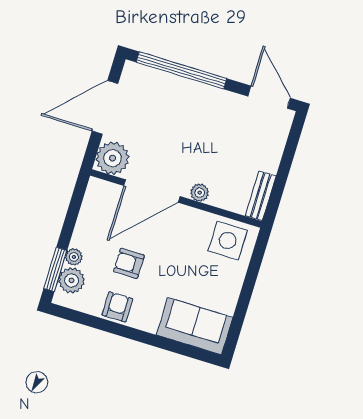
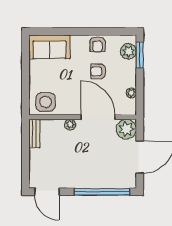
door: (152, 191) -> (98, 117), hinge flipped
plant: (74, 257) -> (131, 93), moved
armchair: (129, 263) -> (98, 71), turned 180

